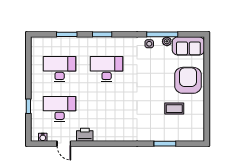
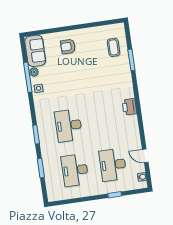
armchair: (188, 80) -> (68, 46), width x0.53, depth x0.53
coffee table: (174, 109) -> (114, 47), moved
printer: (85, 135) -> (129, 107), moved
door: (64, 144) -> (145, 156), swing flipped

